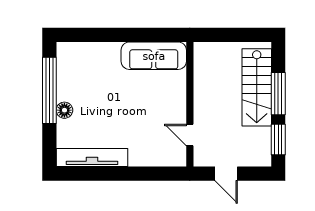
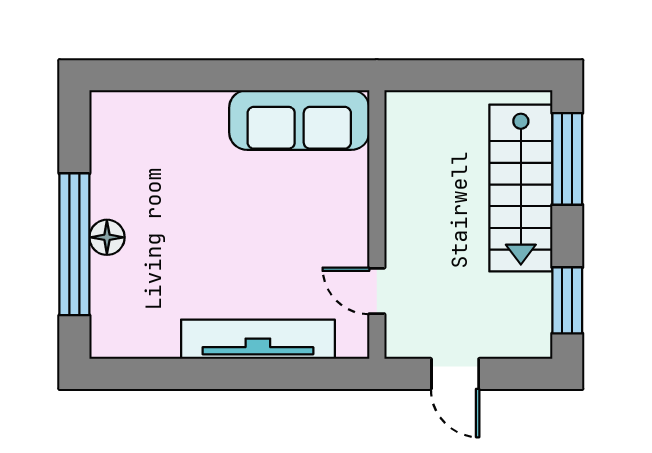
window: (49, 90) -> (74, 244), moved
window: (278, 94) -> (567, 159), moved
tv unit: (92, 158) -> (258, 339), moved

